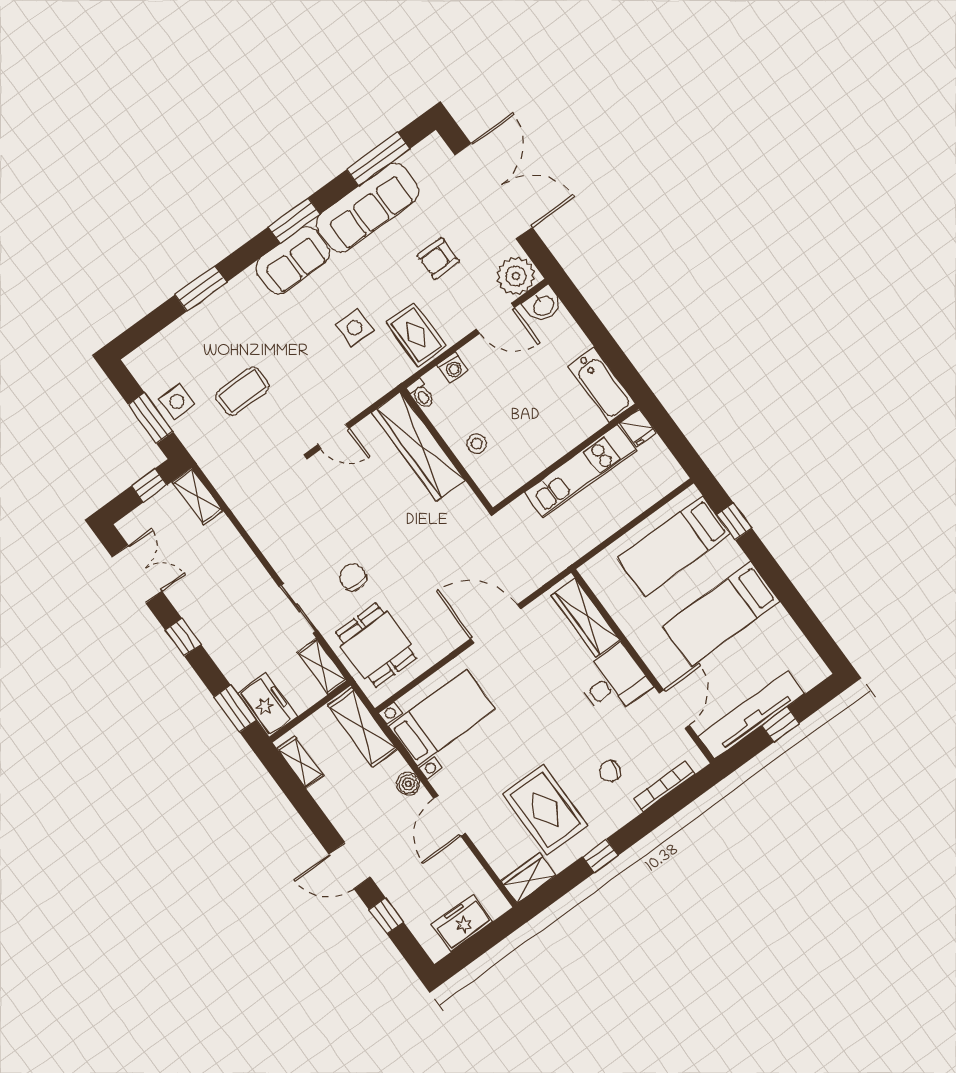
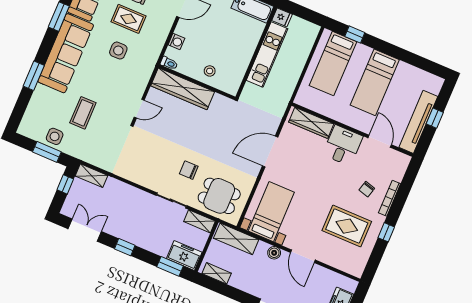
sofa: (293, 260) -> (66, 53), width x1.85, depth x1.27
rug: (416, 335) -> (128, 19), moved
bookcase: (664, 786) -> (390, 198), moved
wardrobe: (529, 878) -> (358, 263), removed

